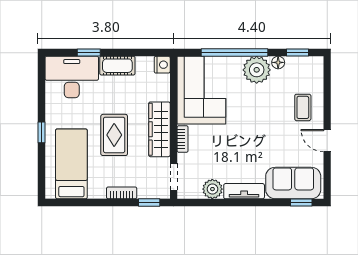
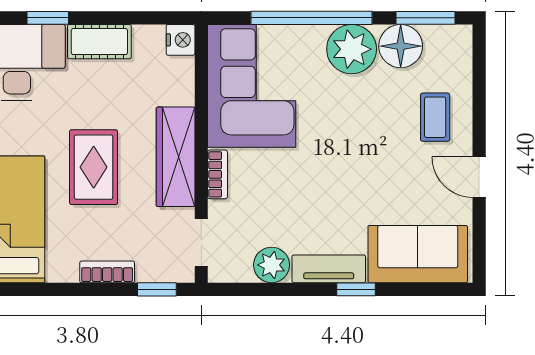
window: (298, 53) -> (426, 18), width x1.50
floor lamp: (278, 62) -> (401, 46), width x1.89, depth x1.89
window: (301, 202) -> (356, 289), moved

